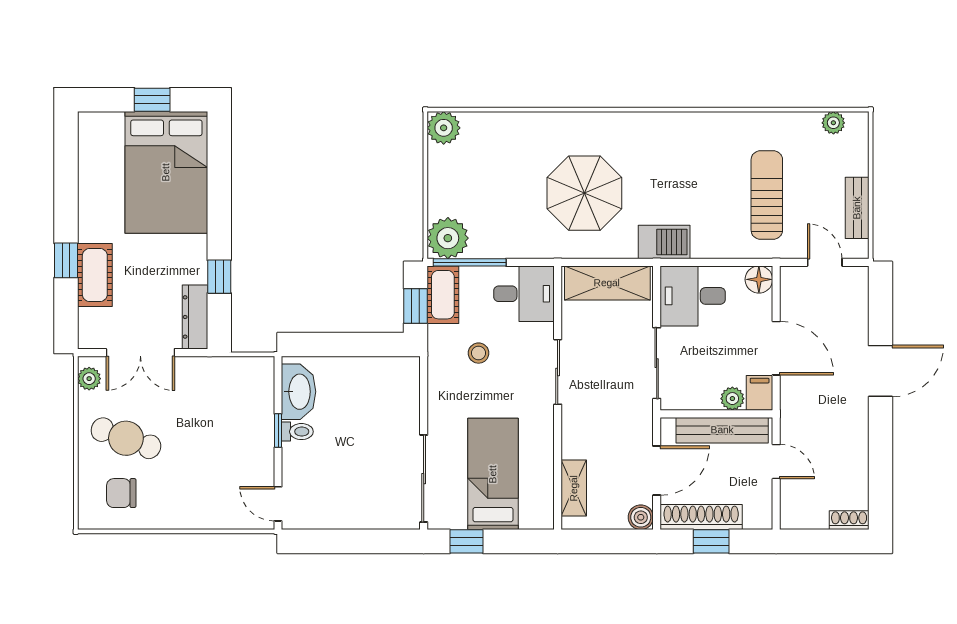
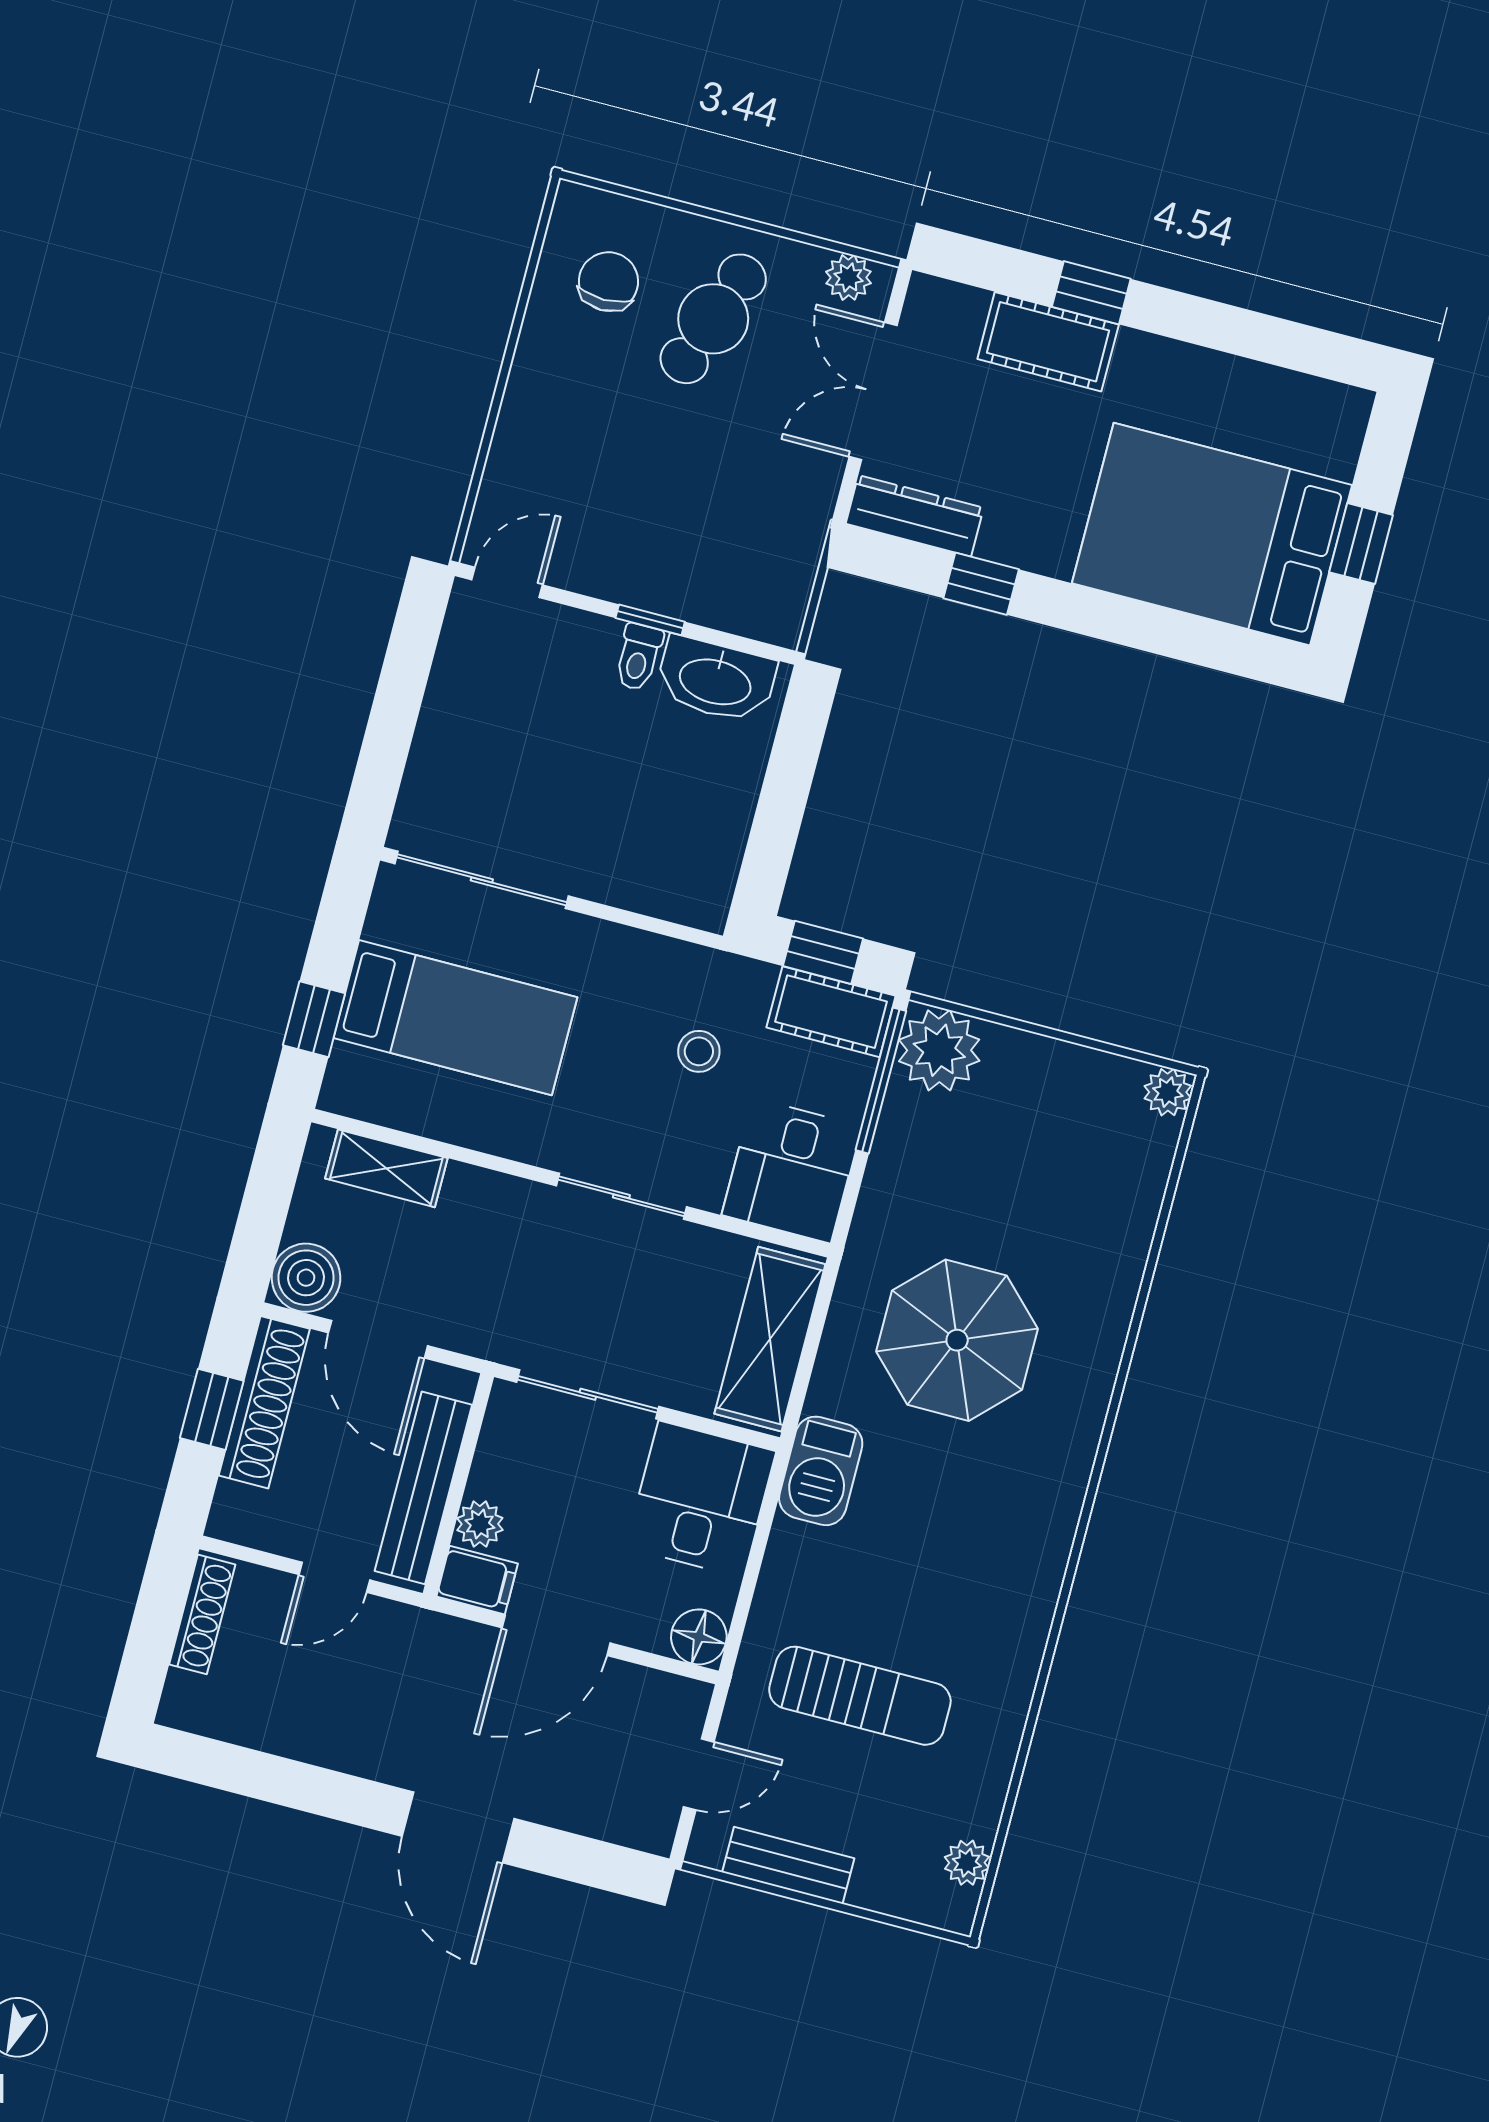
plant: (444, 128) -> (1168, 1092), width x0.73, depth x0.73
boiler: (641, 517) -> (306, 1278), width x1.36, depth x1.36
shoe rack: (849, 520) -> (202, 1614), moved, width x1.43
window: (466, 541) -> (314, 1019), moved

